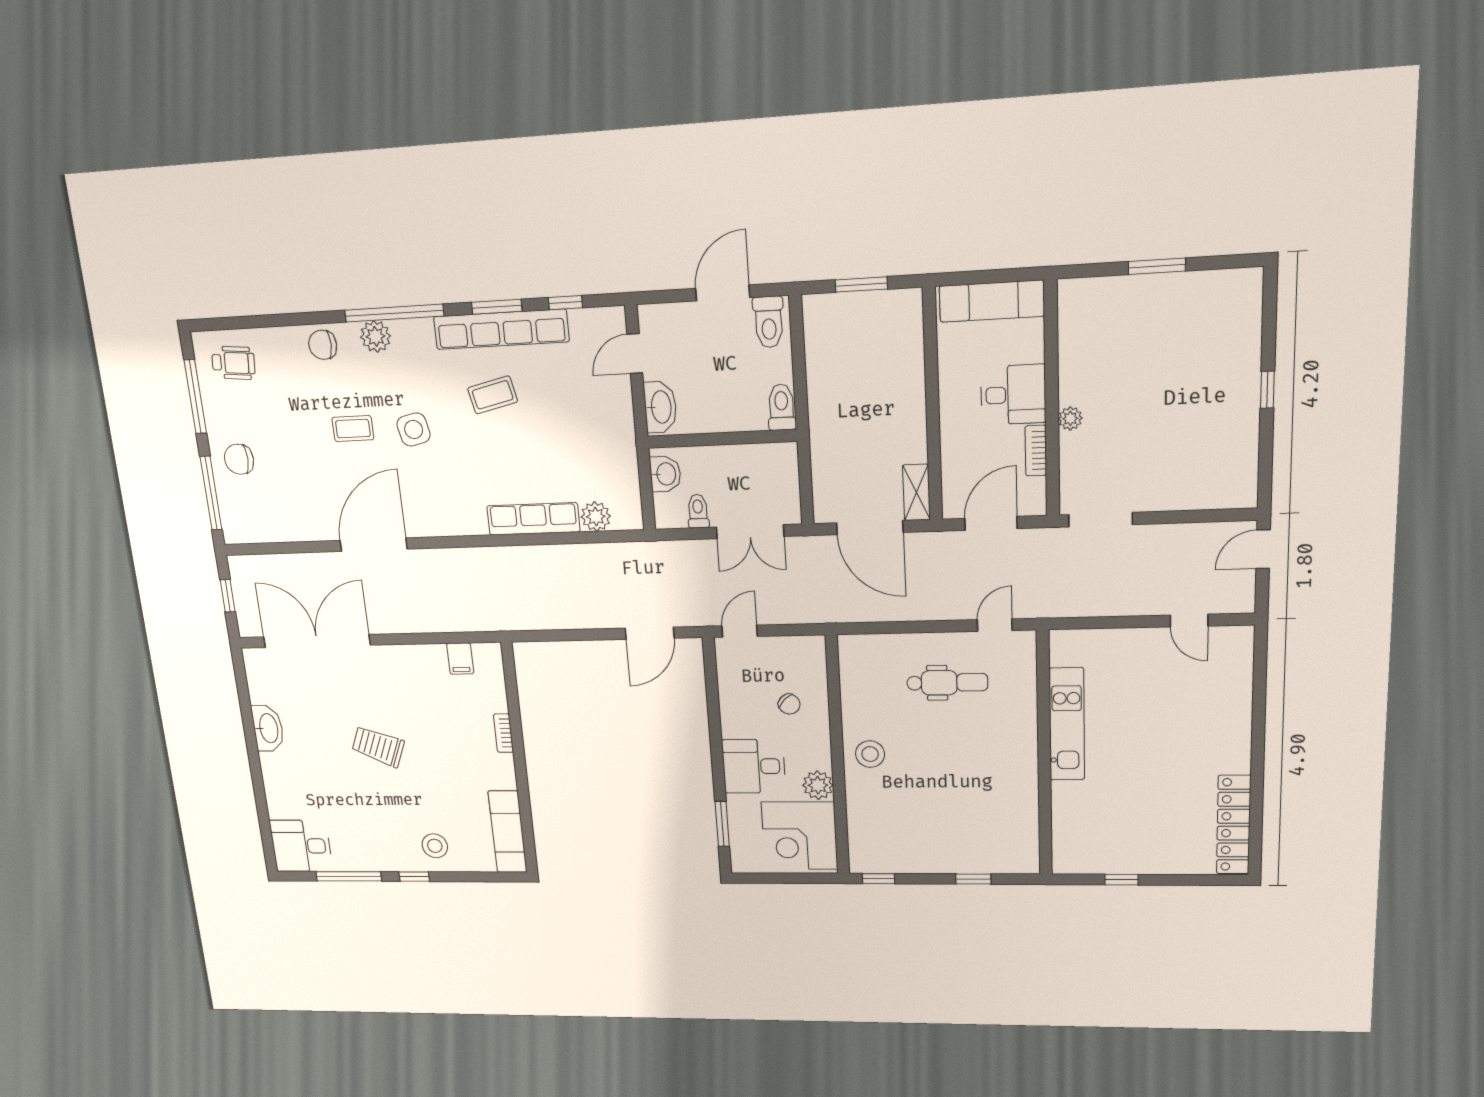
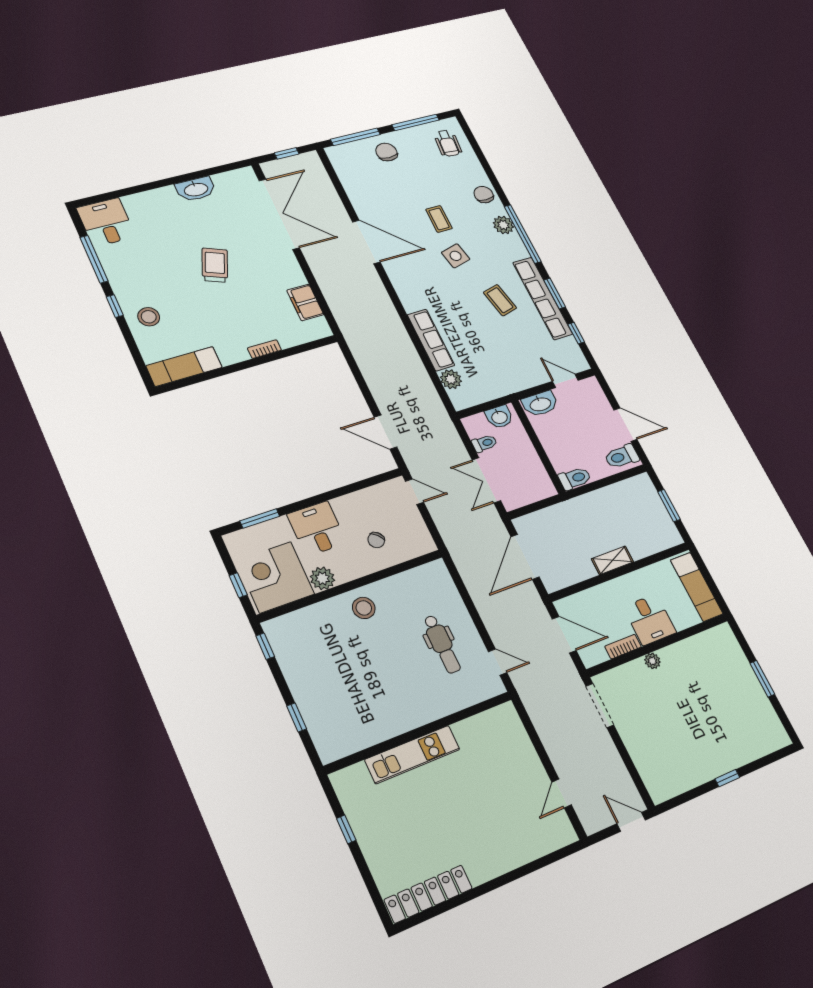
shelving: (916, 492) -> (612, 560), moved
filing cabinet: (460, 659) -> (305, 302), width x2.00
kitchen unit: (1067, 724) -> (412, 754), moved
window: (796, 878) -> (238, 585), added

